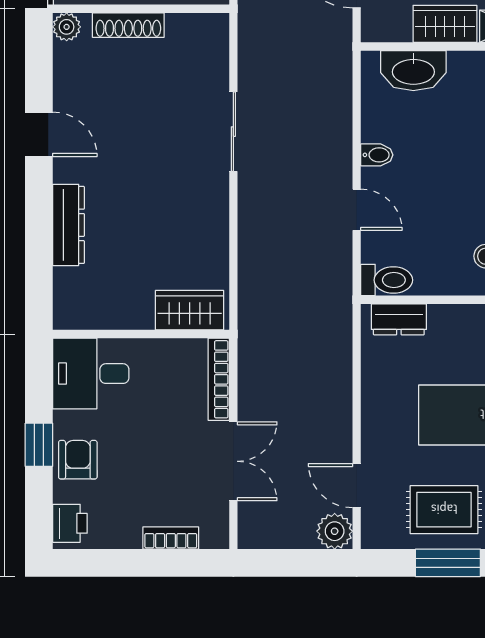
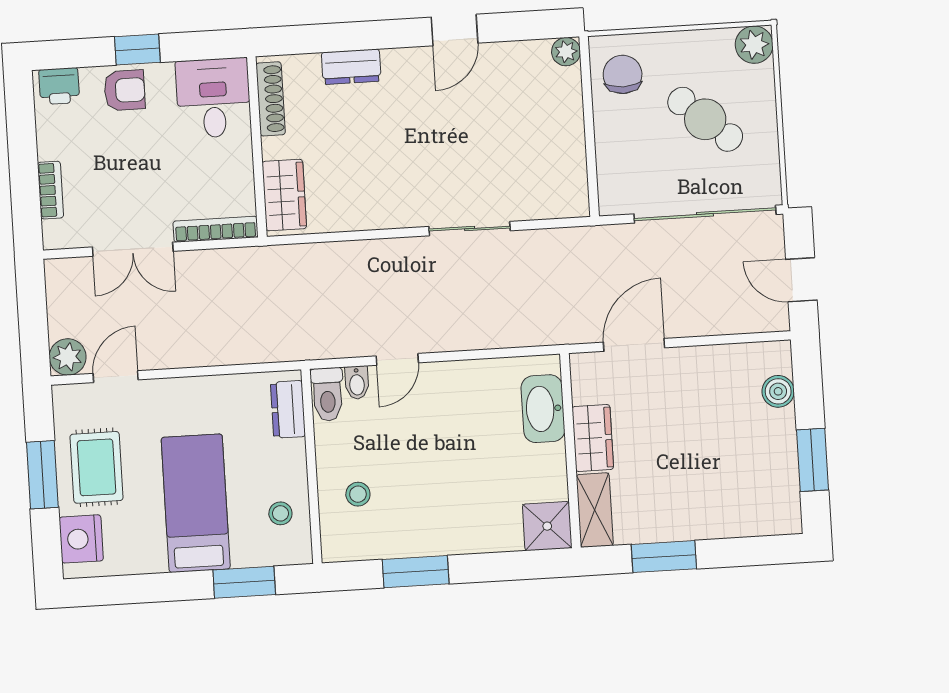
shoe rack: (128, 25) -> (271, 99), moved, turned 180
bidet: (377, 155) -> (357, 383), moved
dresser: (68, 225) -> (351, 67), width x0.70

